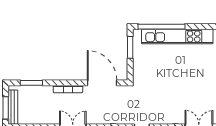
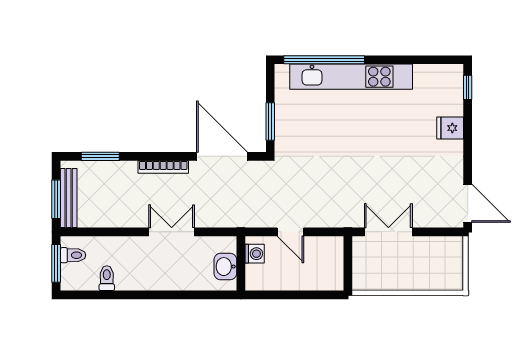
window: (130, 47) -> (270, 122), moved

